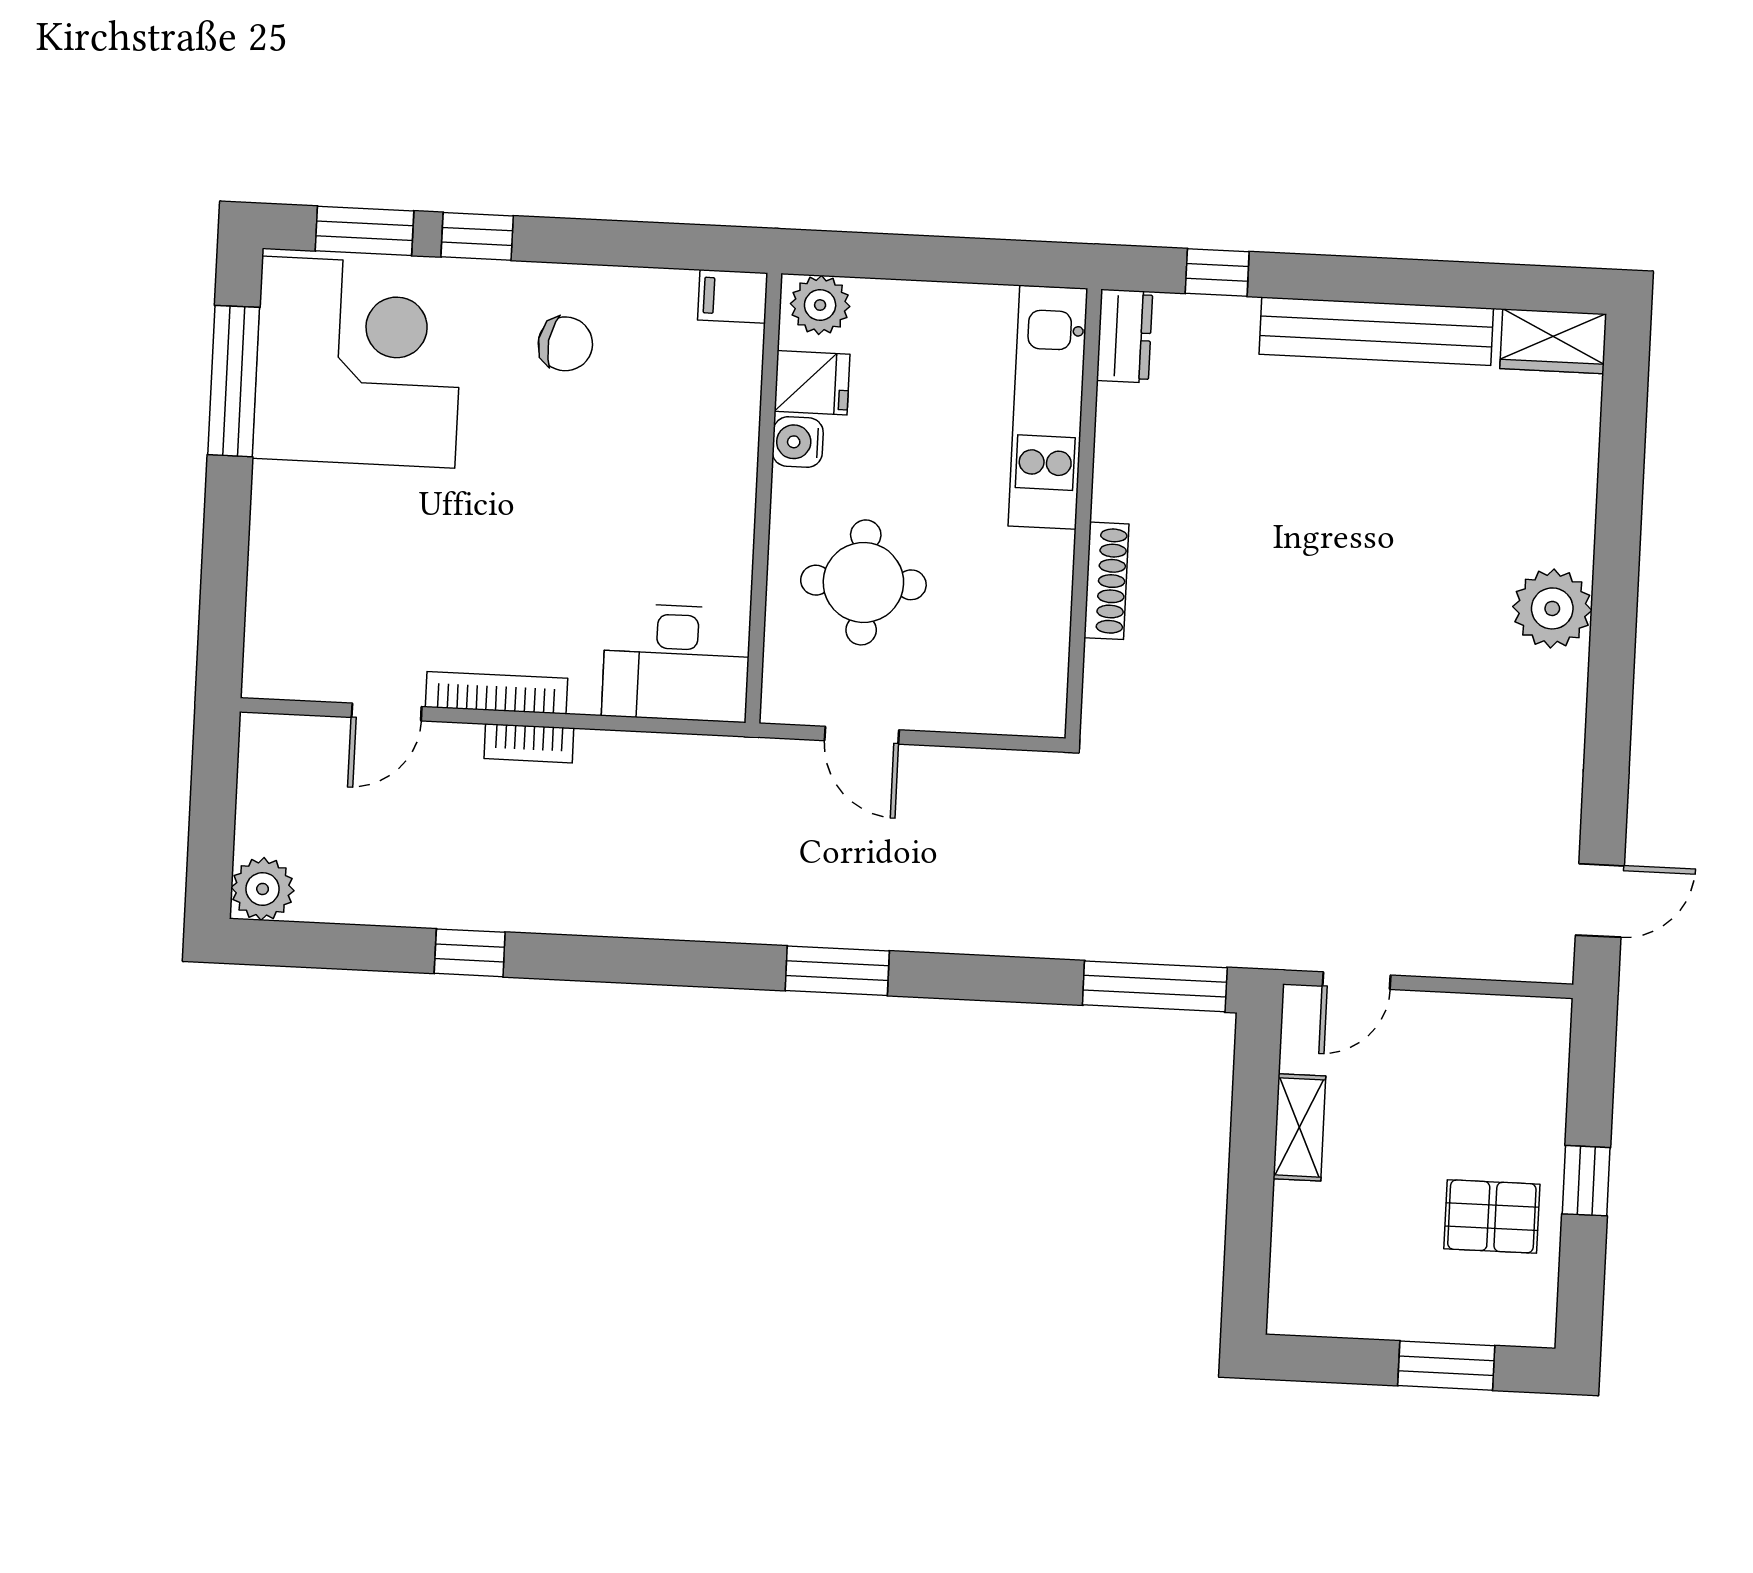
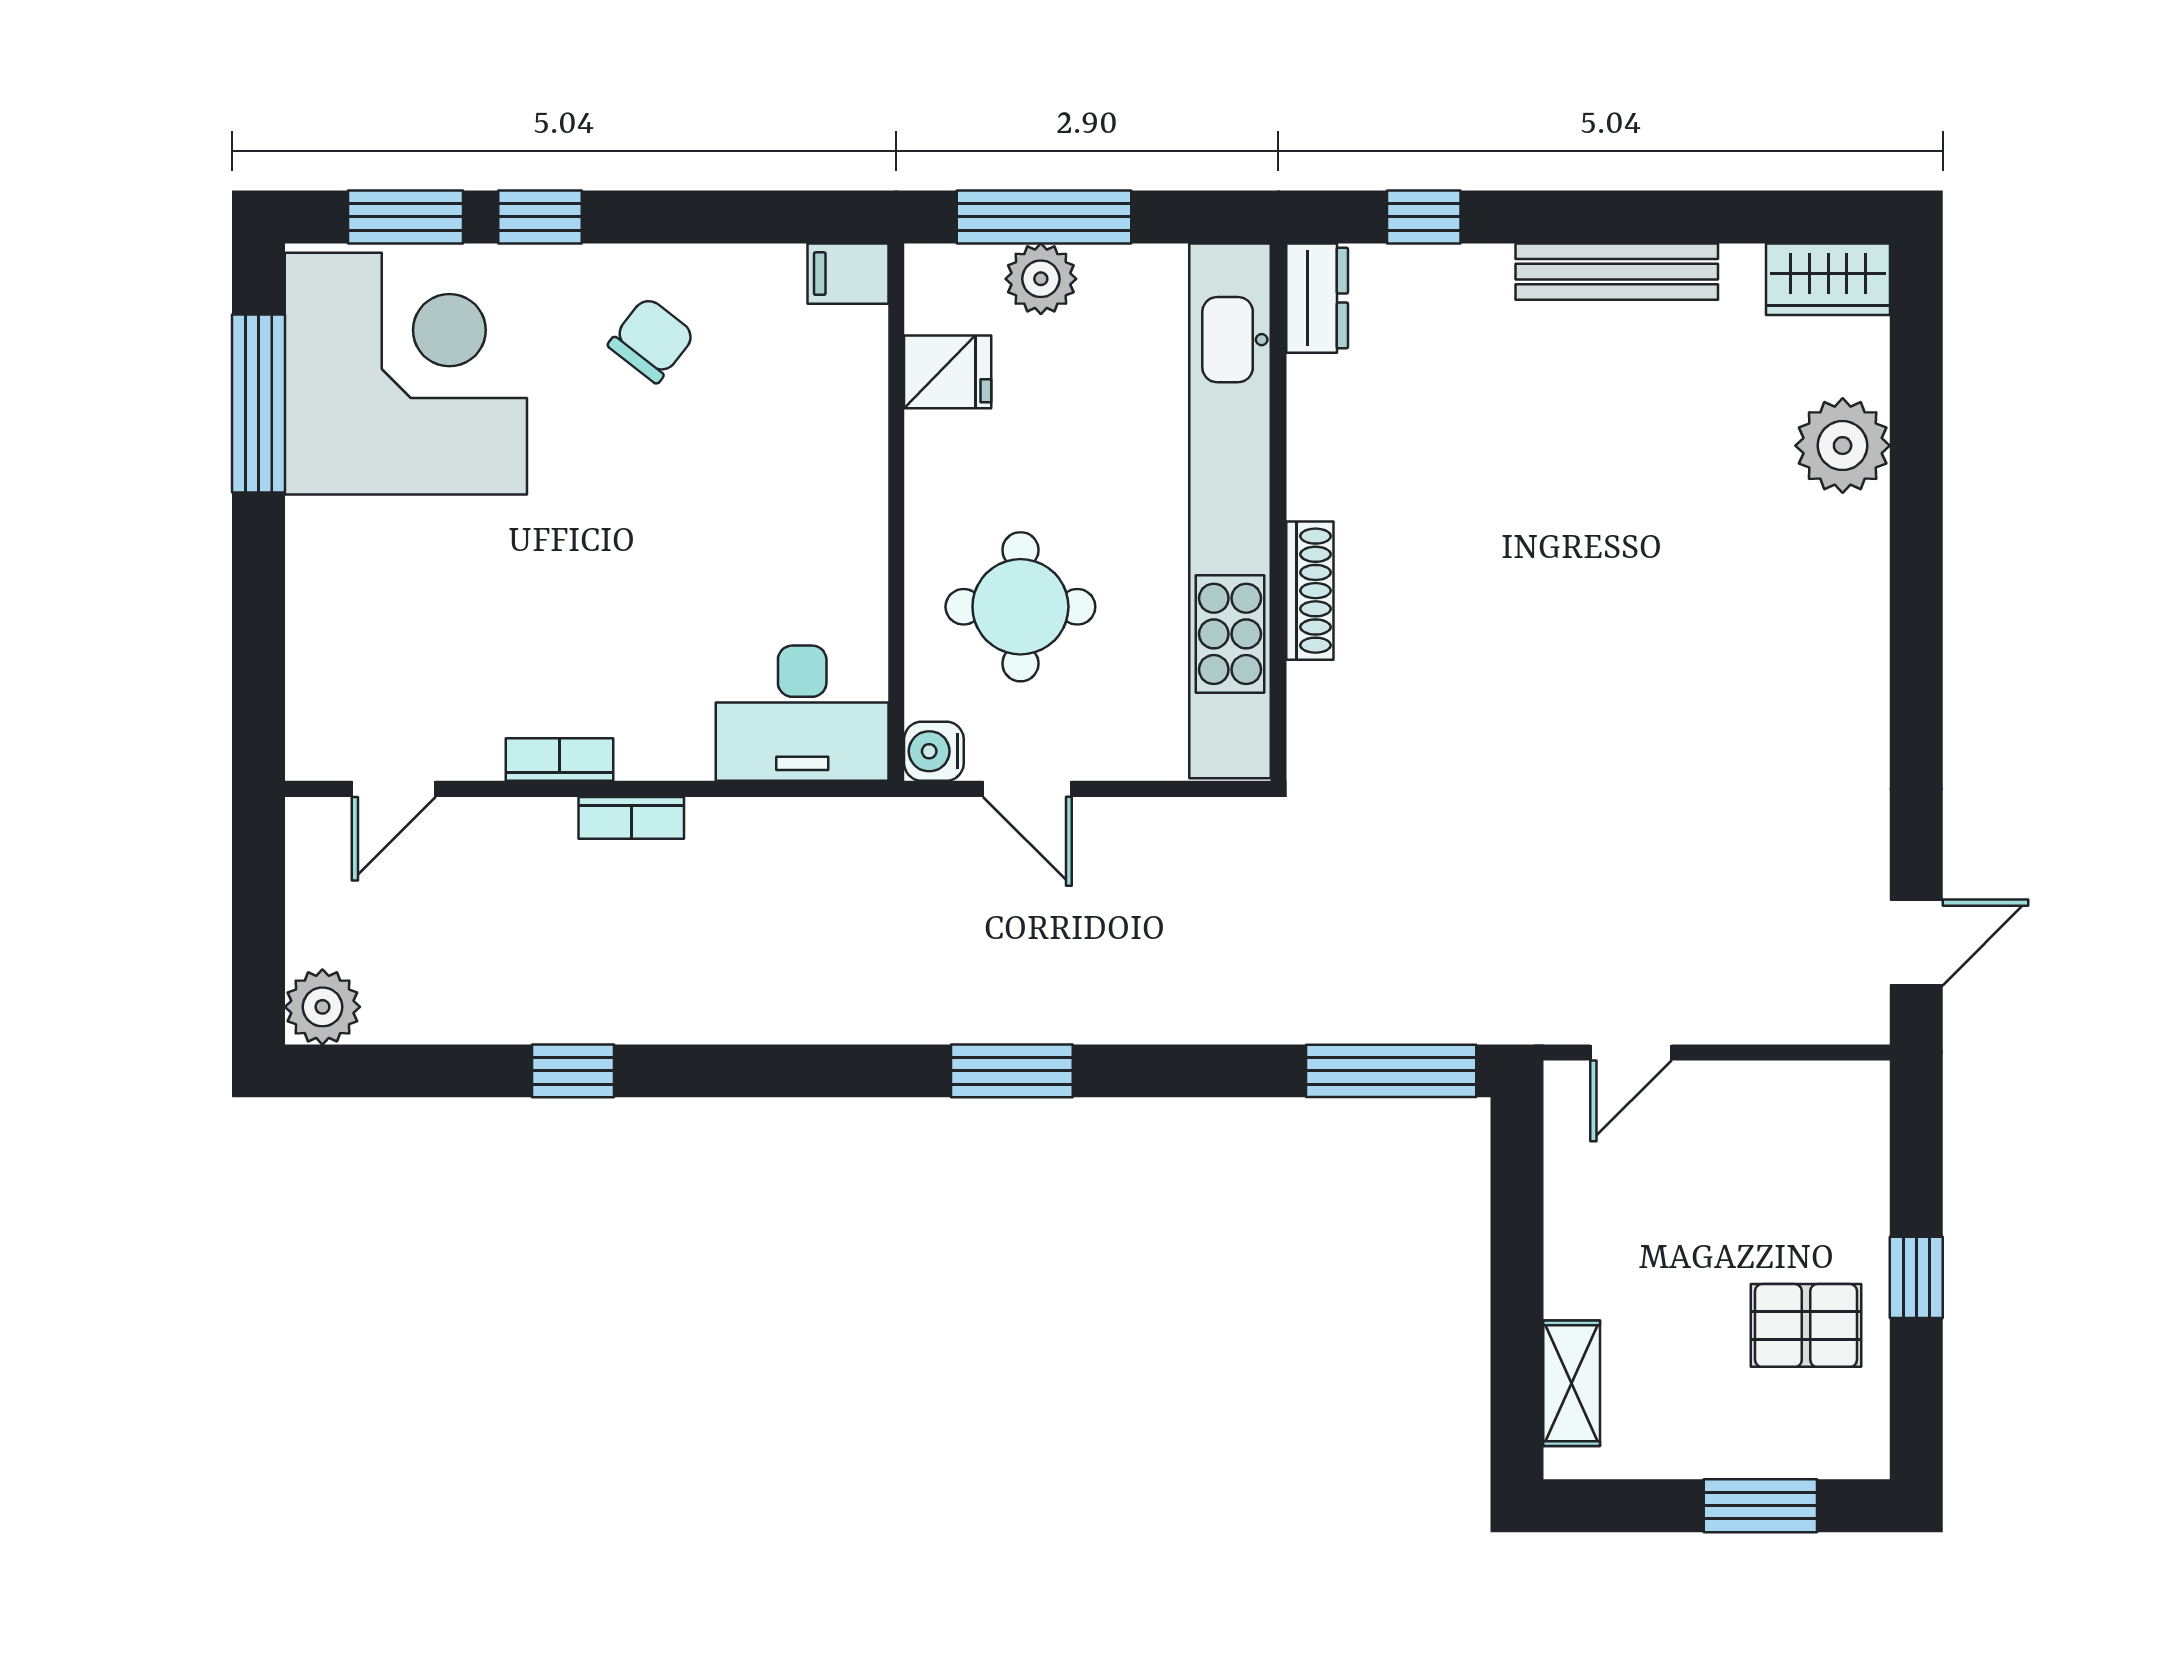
window: (899, 257) -> (1044, 217), added
plant: (820, 305) -> (1041, 279), moved
bench: (1376, 331) -> (1617, 272), width x0.73, depth x0.82
chair: (565, 344) -> (651, 340), turned -61
kitchen unit: (1048, 407) -> (1230, 511), width x1.86
water cooler: (798, 442) -> (934, 751), moved
plant: (1552, 608) -> (1843, 446), moved
bookcase: (496, 693) -> (559, 759), width x0.64
door: (387, 712) -> (394, 789), moved
shelving: (1299, 1127) -> (1572, 1383), moved

